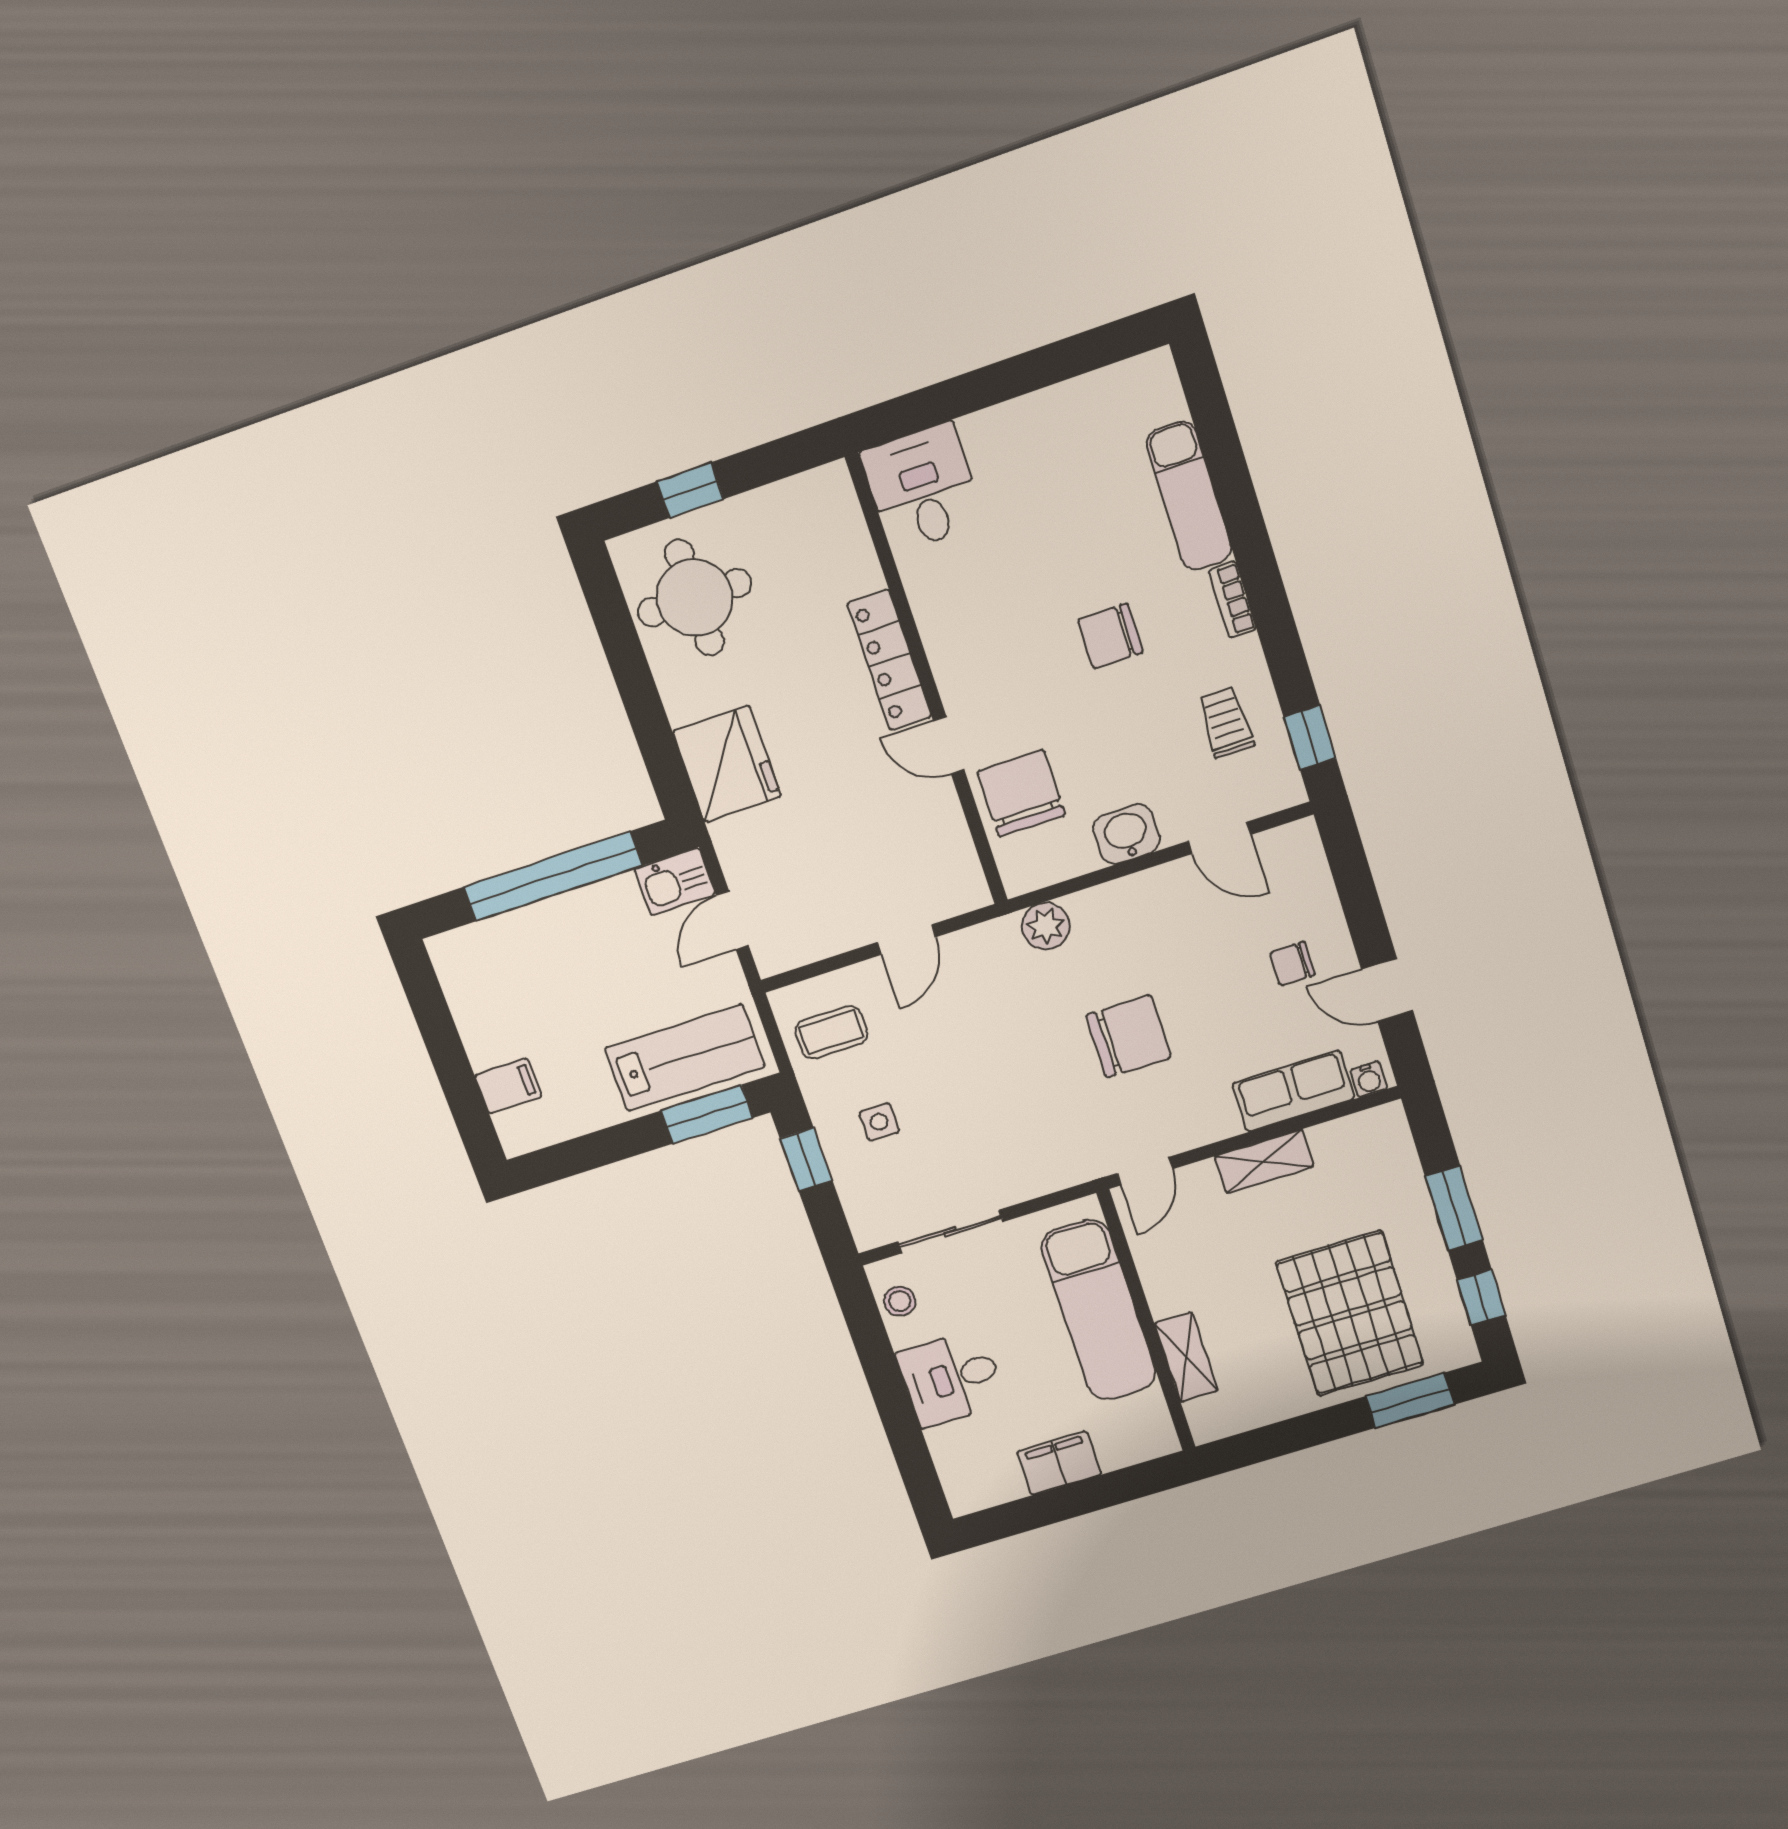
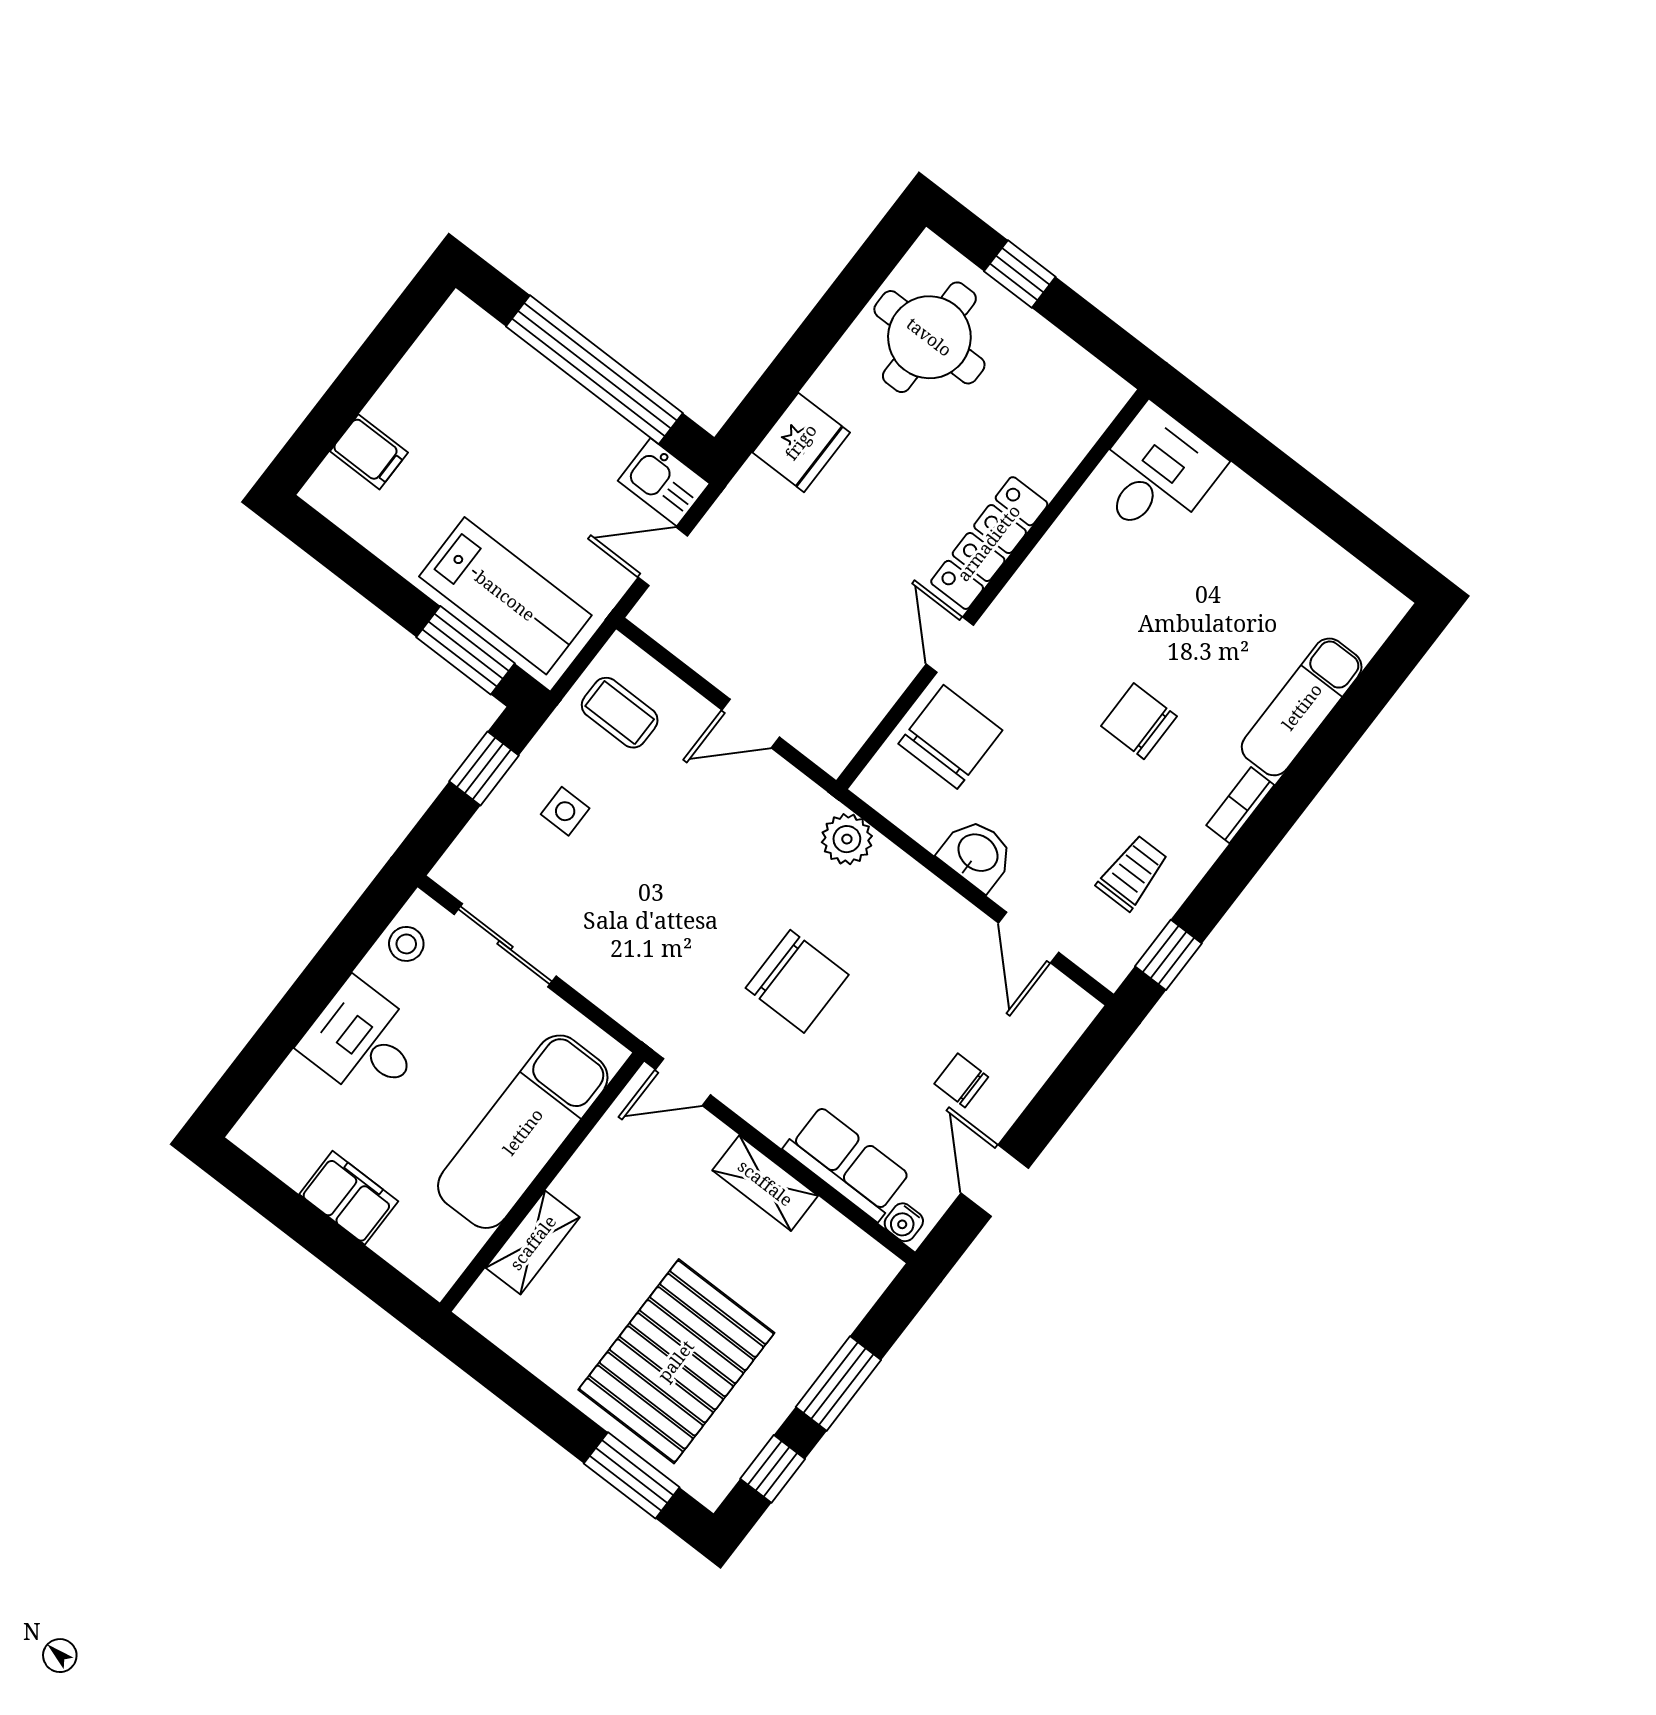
fridge: (727, 764) -> (801, 442), width x0.73, depth x0.75

